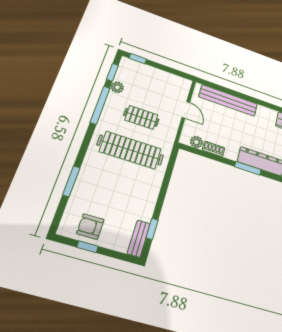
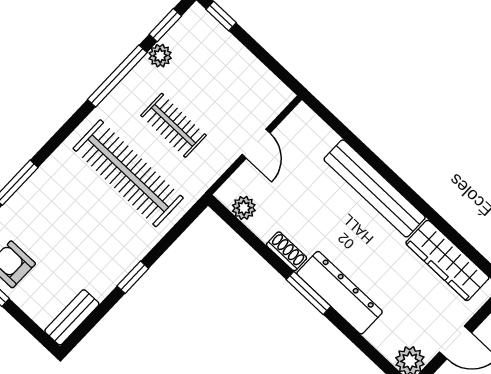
bench: (228, 100) -> (375, 188), moved
shoe rack: (214, 149) -> (287, 251), moved
window: (152, 229) -> (133, 277), moved

